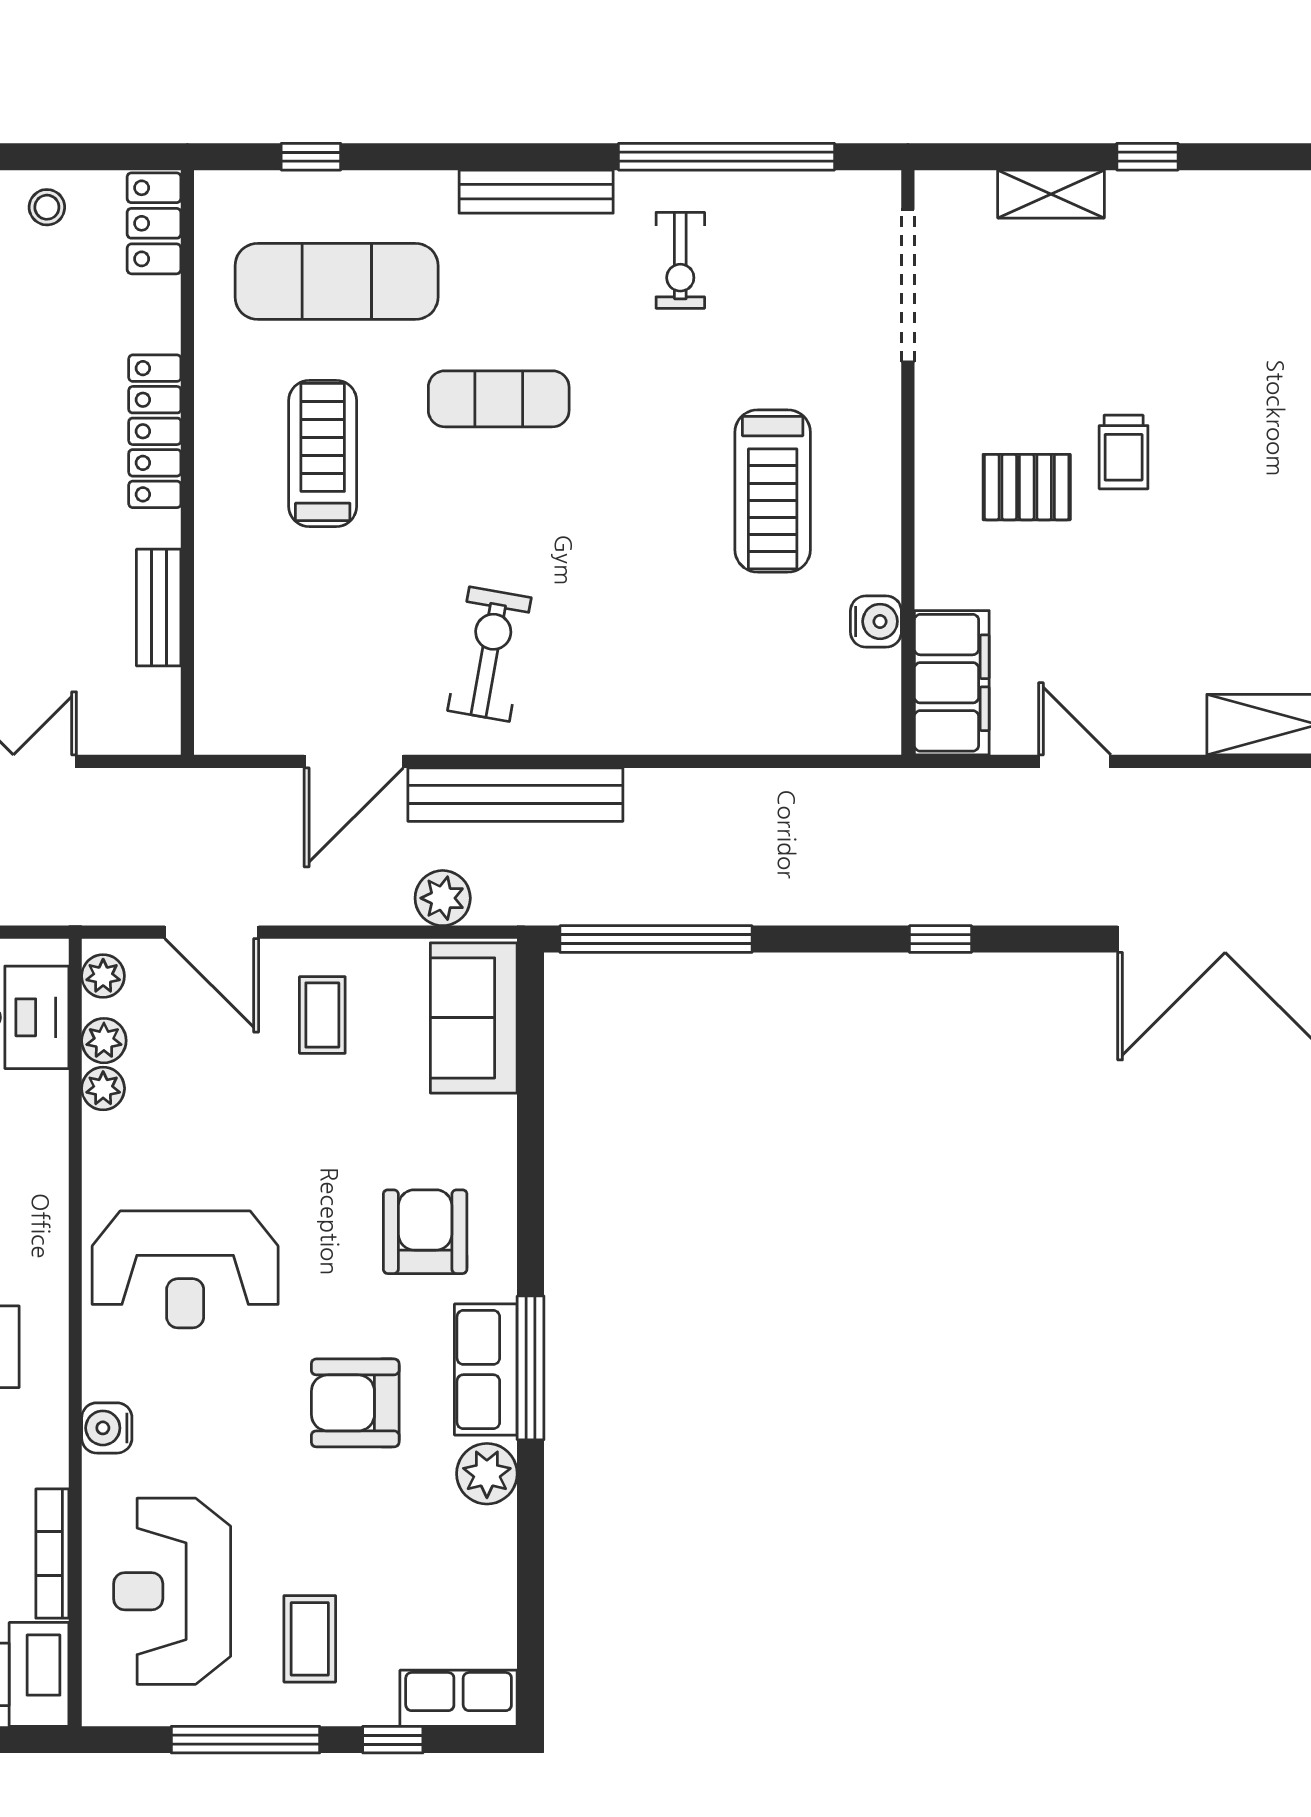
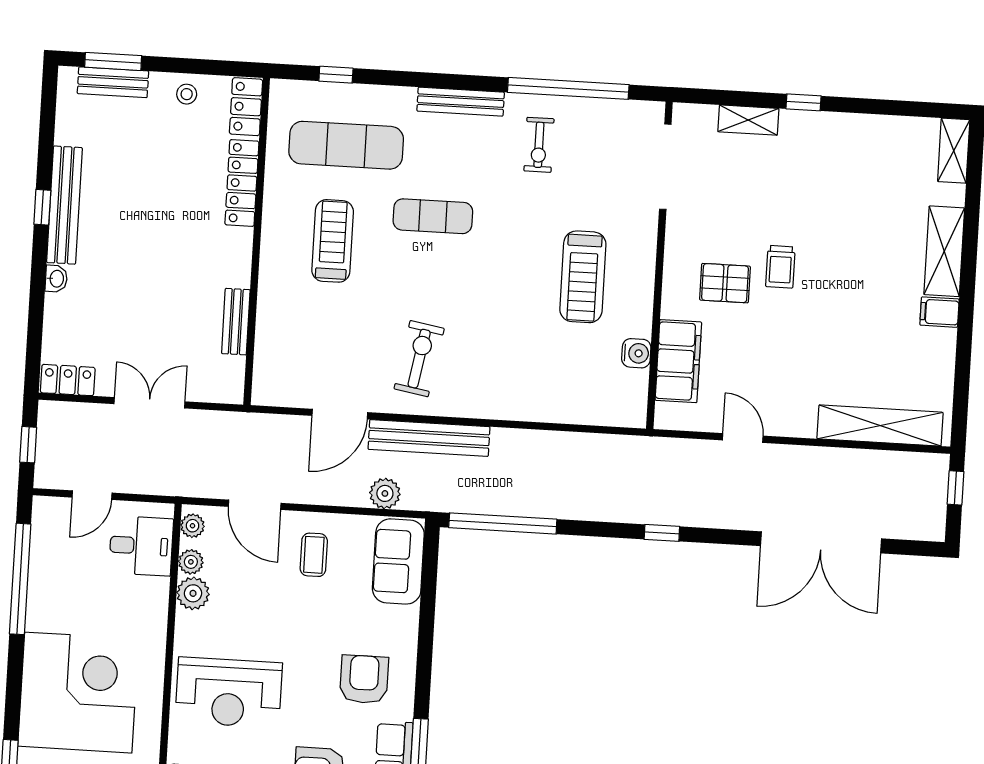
locker: (155, 431) -> (242, 183), moved
filing cabinet: (952, 683) -> (678, 361), moved
plant: (103, 1088) -> (193, 593), width x1.38, depth x1.38

